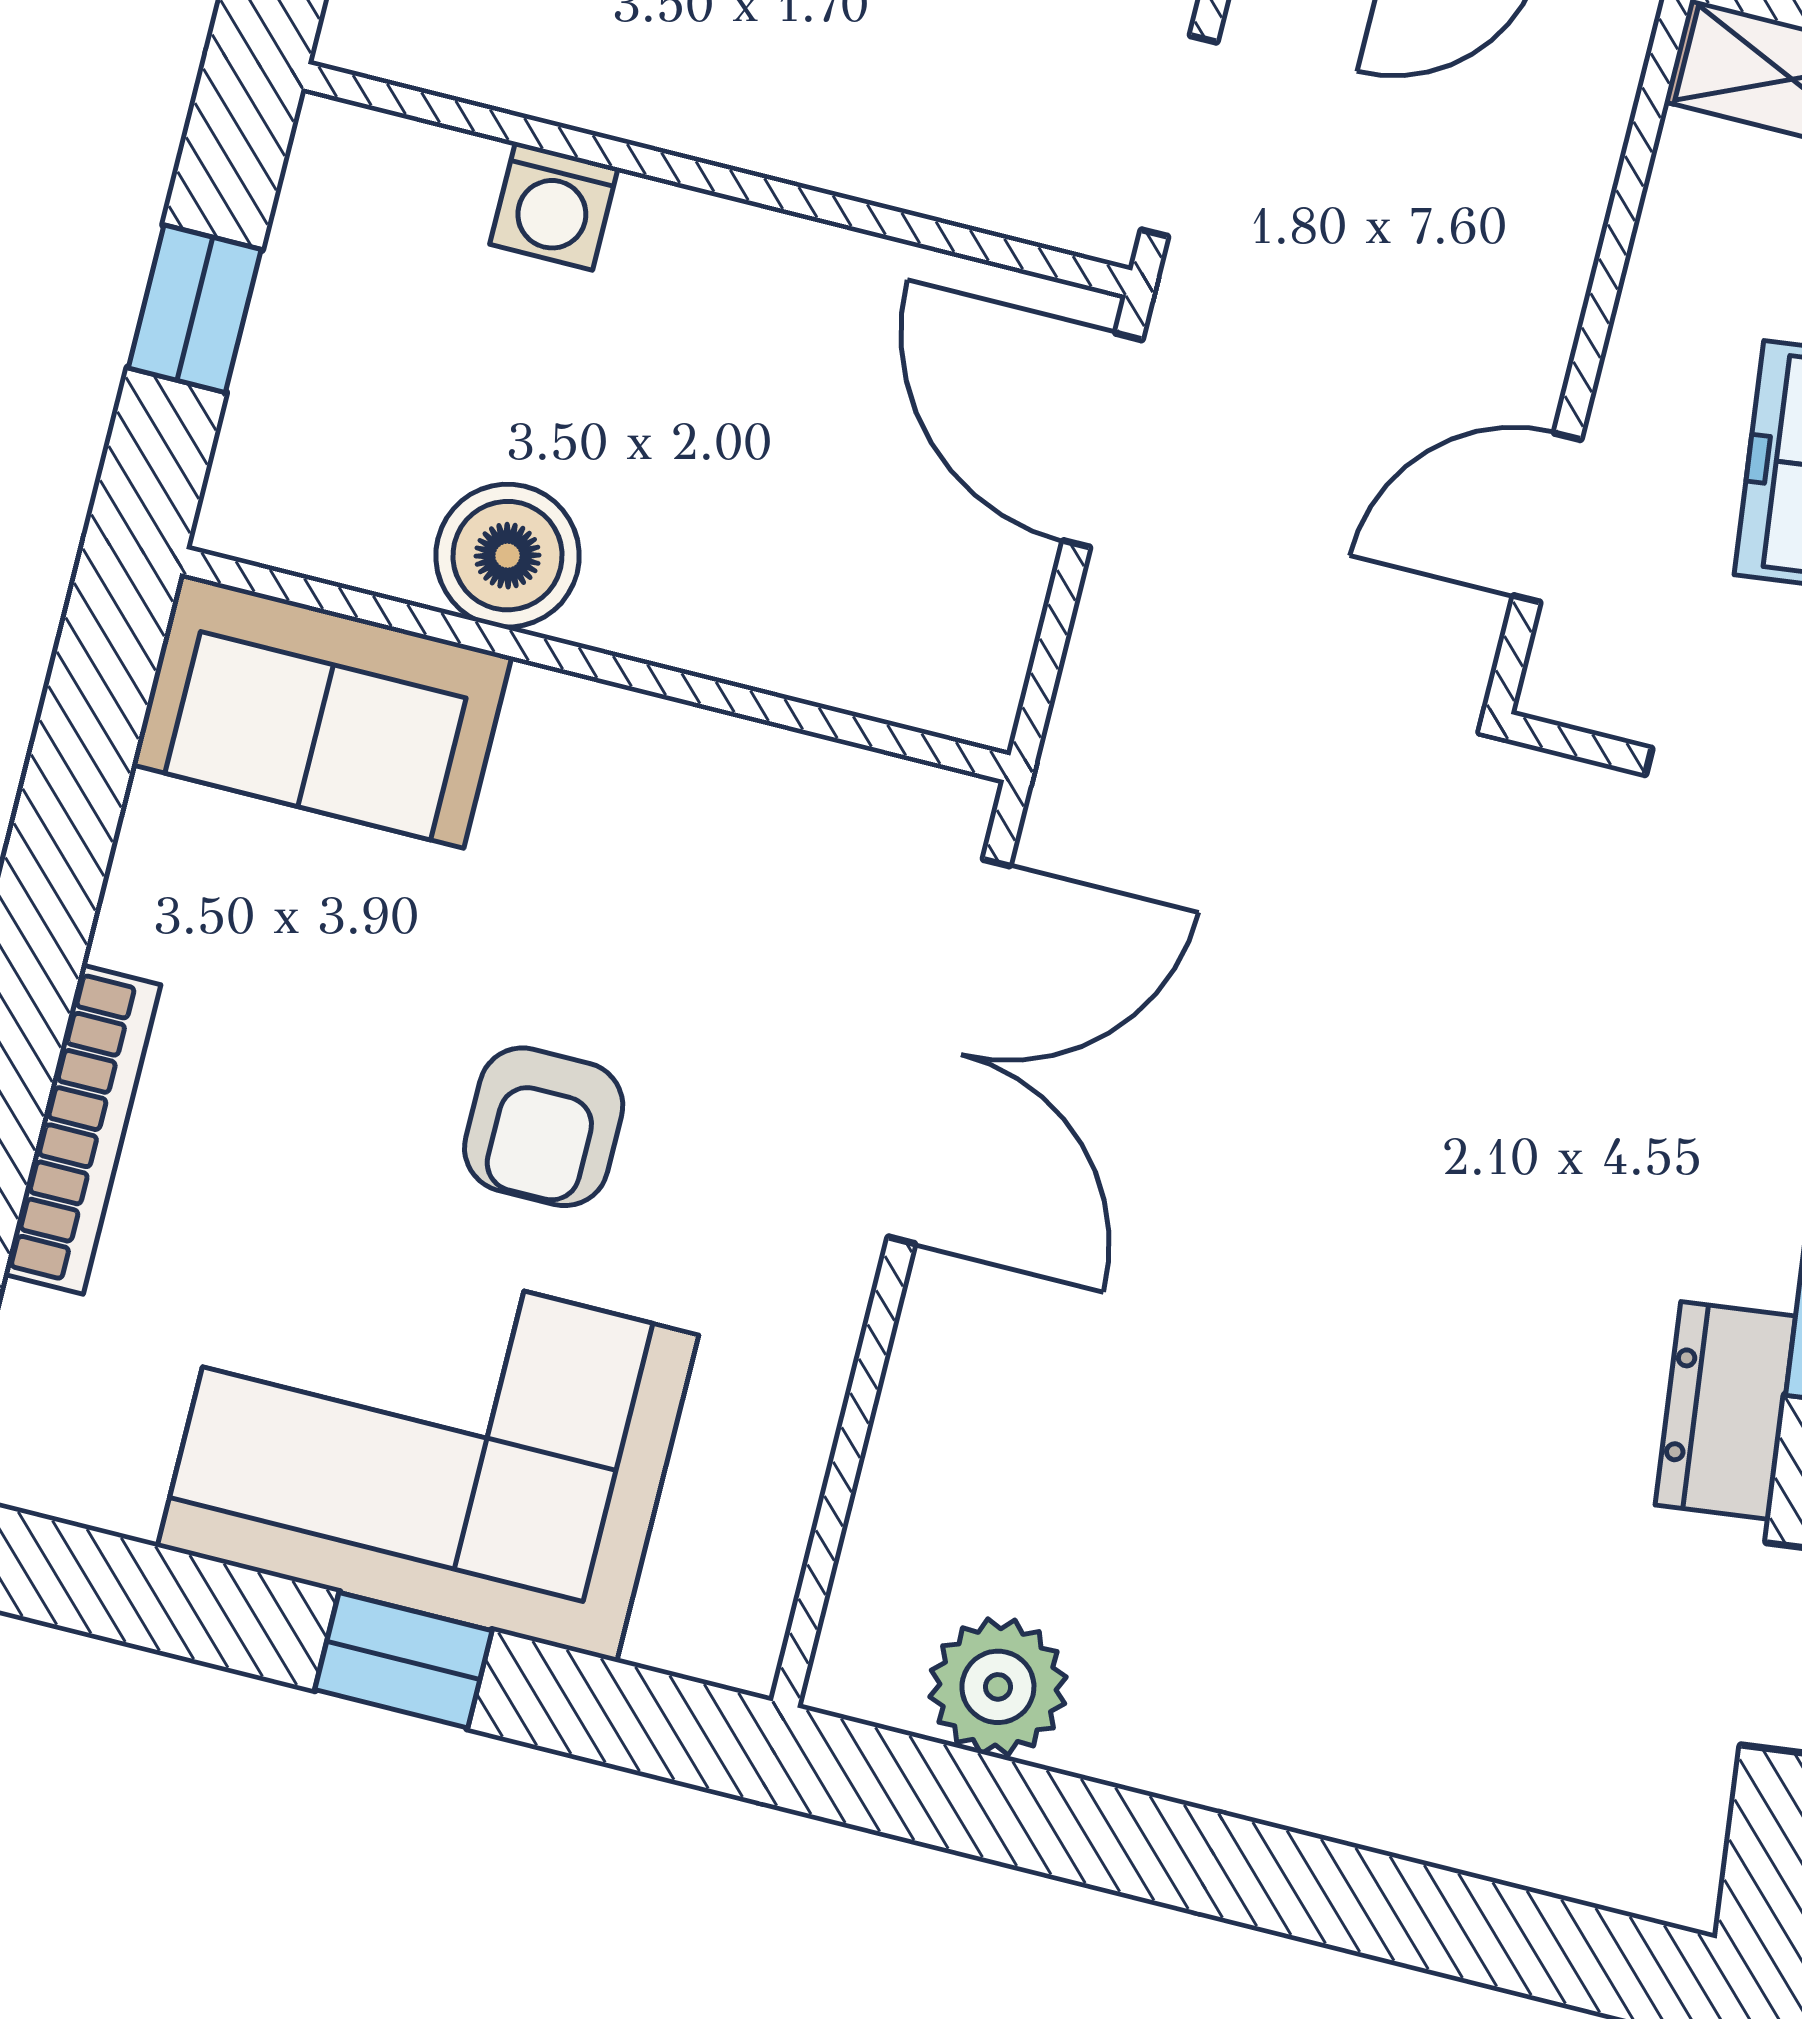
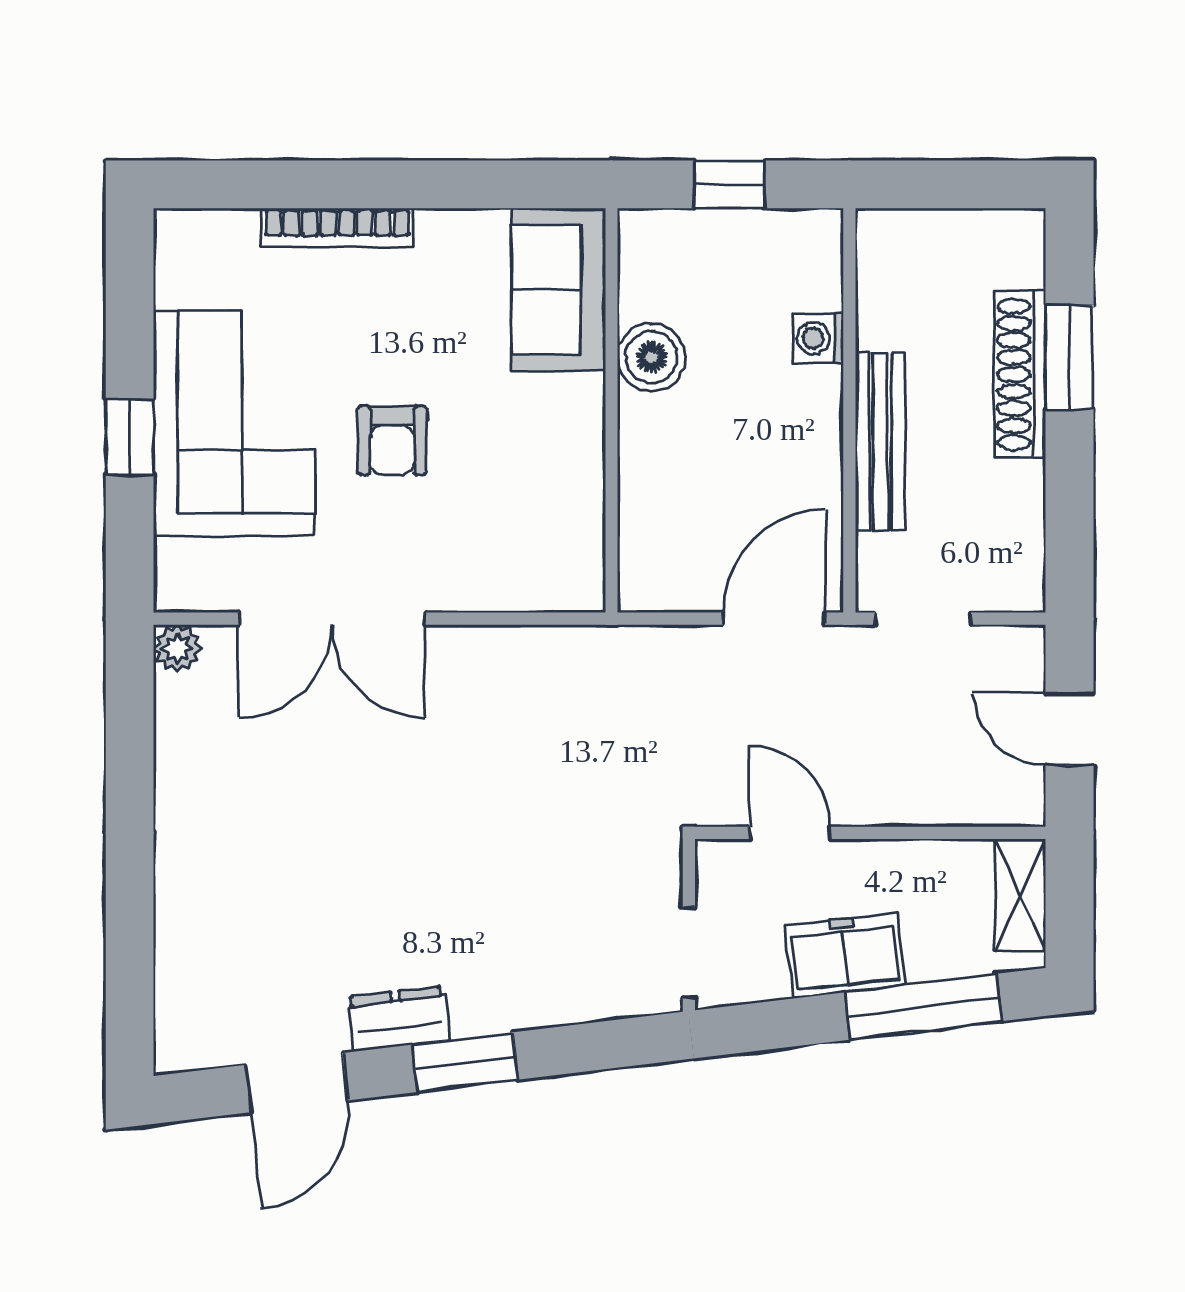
bench: (796, 133) -> (880, 442), added
double door: (949, 1051) -> (332, 619), moved
armchair: (544, 1127) -> (392, 440), turned -90
plant: (998, 1687) -> (177, 648), moved, width x0.73, depth x0.73

